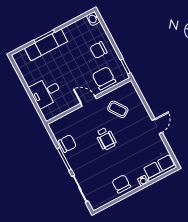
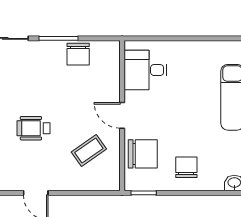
desk: (46, 92) -> (146, 70), moved, turned -90
door: (88, 101) -> (122, 115), swing flipped
wheelchair: (106, 139) -> (34, 128), moved

